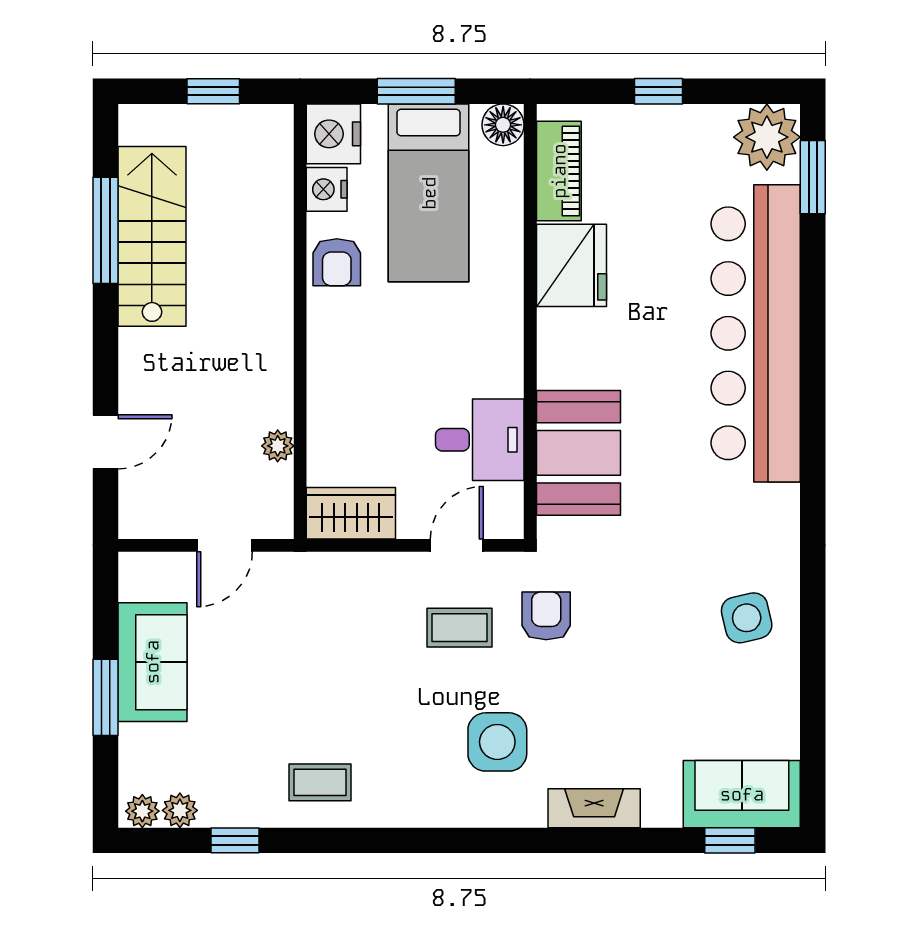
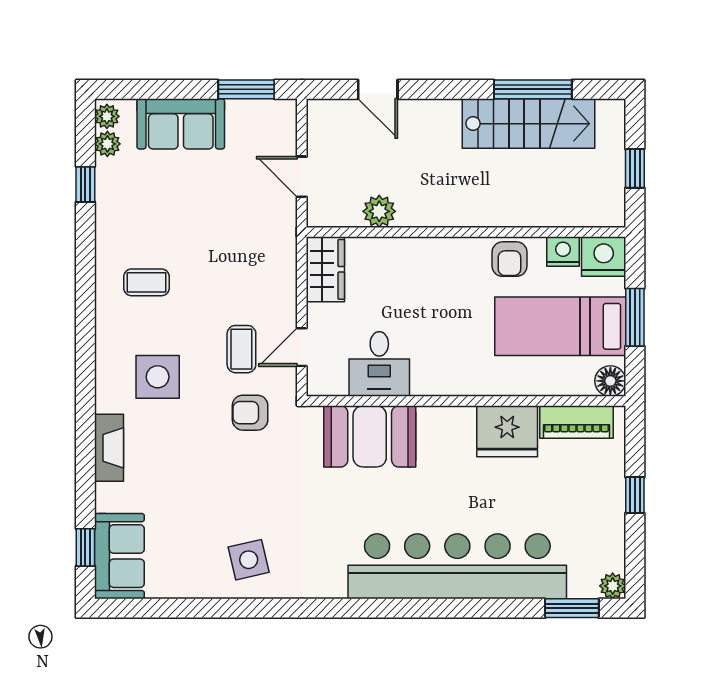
plant: (767, 137) -> (613, 586), width x0.53, depth x0.53
armchair: (337, 262) -> (509, 259), turned -90
plant: (278, 446) -> (379, 211), width x1.38, depth x1.38
door: (457, 545) -> (302, 347), swing flipped
armchair: (546, 616) -> (250, 413), turned 180
sofa: (152, 662) -> (181, 124), moved
window: (105, 697) -> (246, 89), moved
coffee table: (320, 782) -> (146, 282), moved, turned 90

